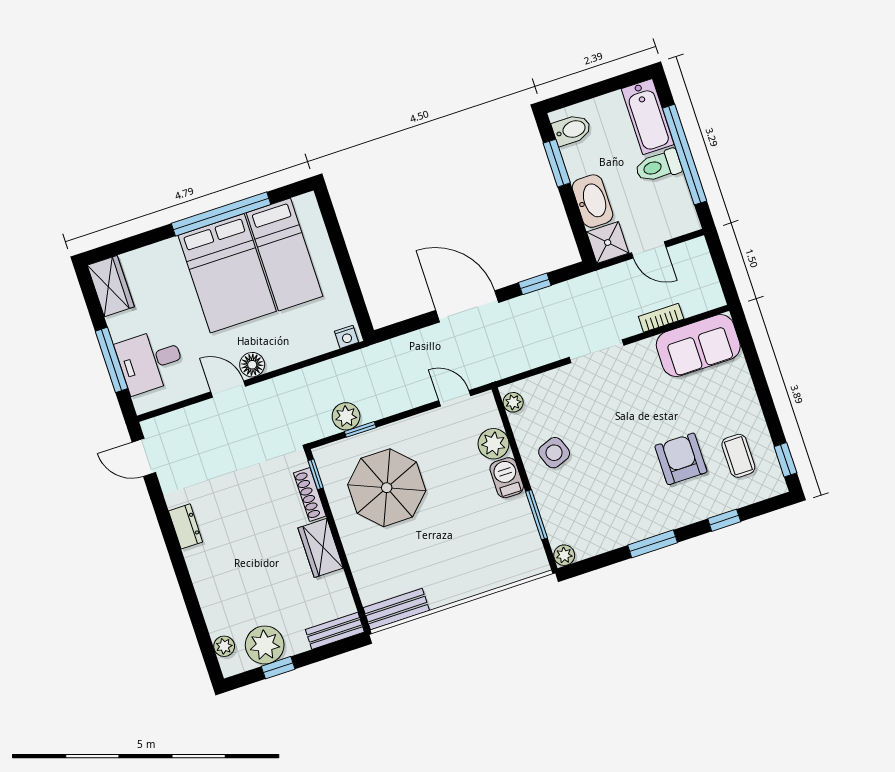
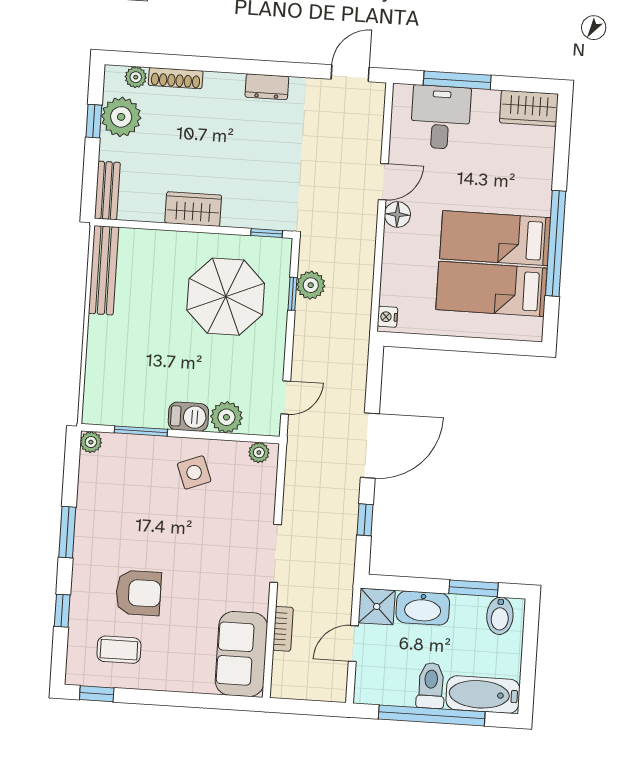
bed: (227, 273) -> (495, 238), width x0.67
shoe rack: (310, 495) -> (176, 78), moved, turned 180
bench: (396, 609) -> (104, 270), width x1.36

